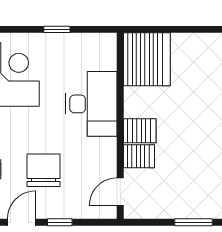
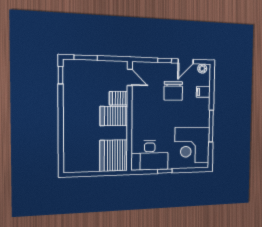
desk: (91, 104) -> (150, 155), moved, turned -90
server rack: (140, 131) -> (114, 116), width x1.36, depth x1.44
door: (120, 192) -> (130, 77), hinge flipped

